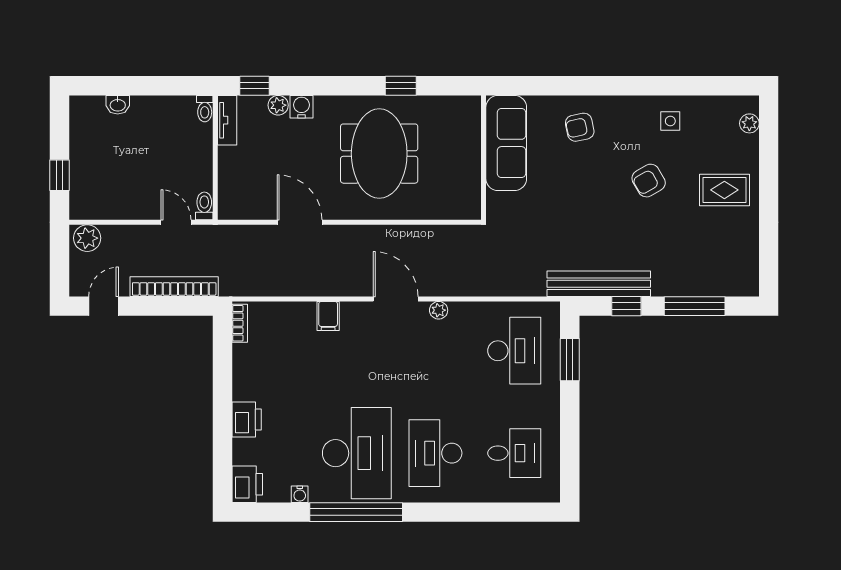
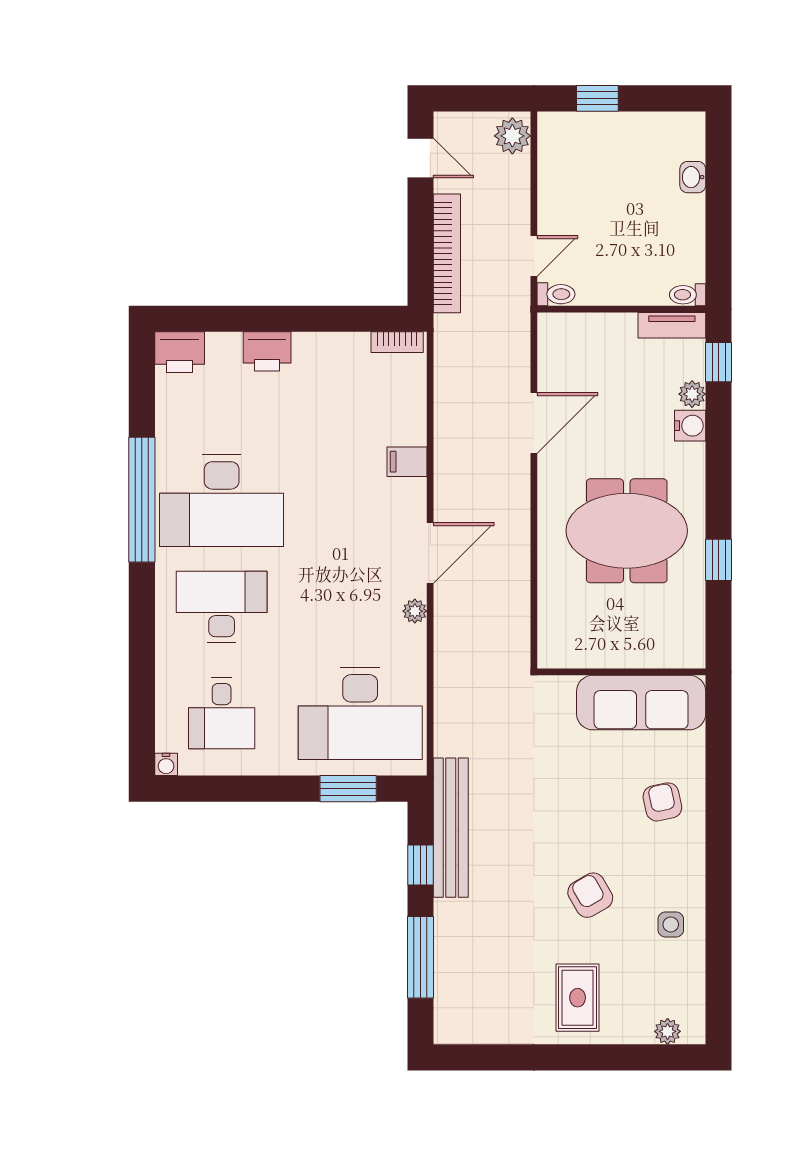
desk: (514, 351) -> (360, 713), width x1.36, depth x1.30
water cooler: (300, 494) -> (166, 764), moved, turned -90

